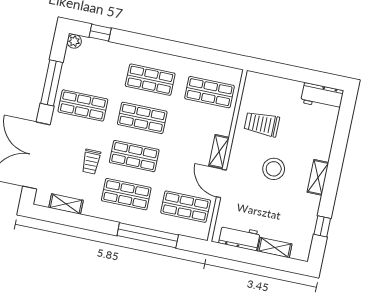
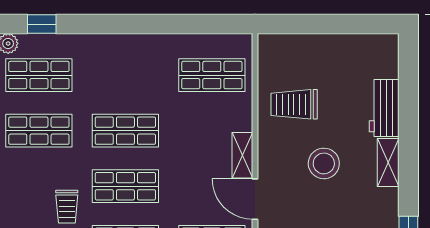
shop shelf: (150, 80) -> (39, 75), moved
workbench: (322, 96) -> (384, 108), moved, turned 90

